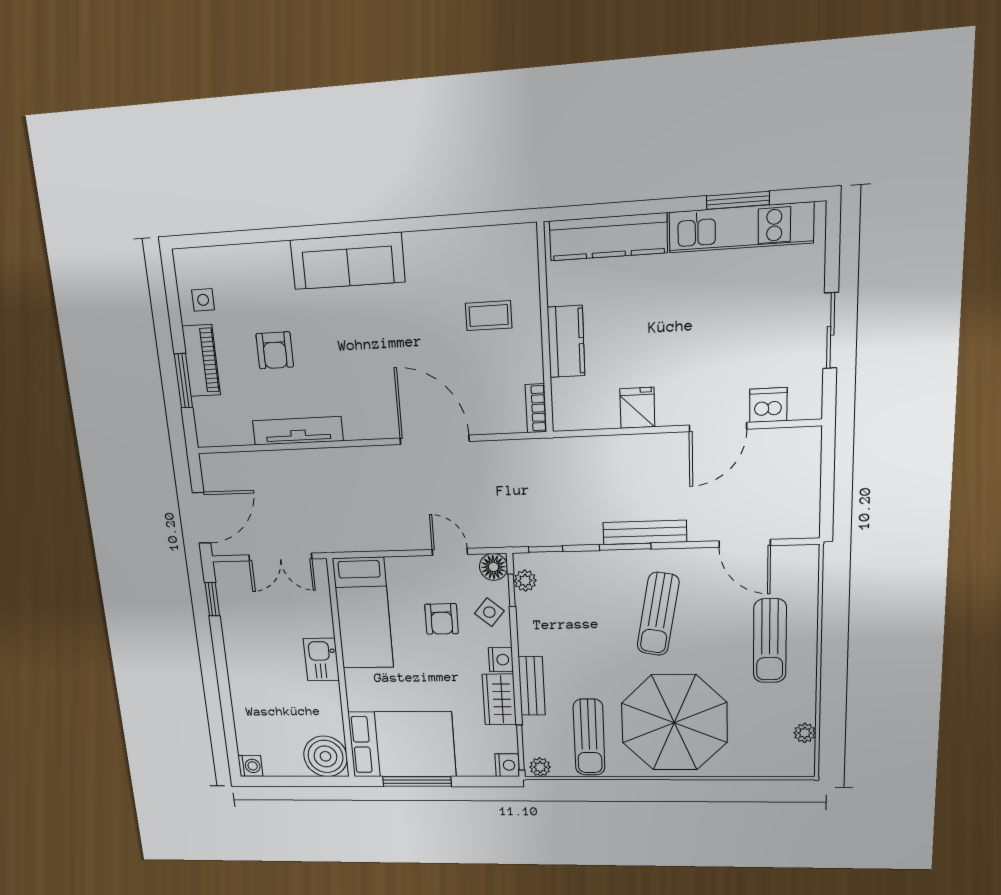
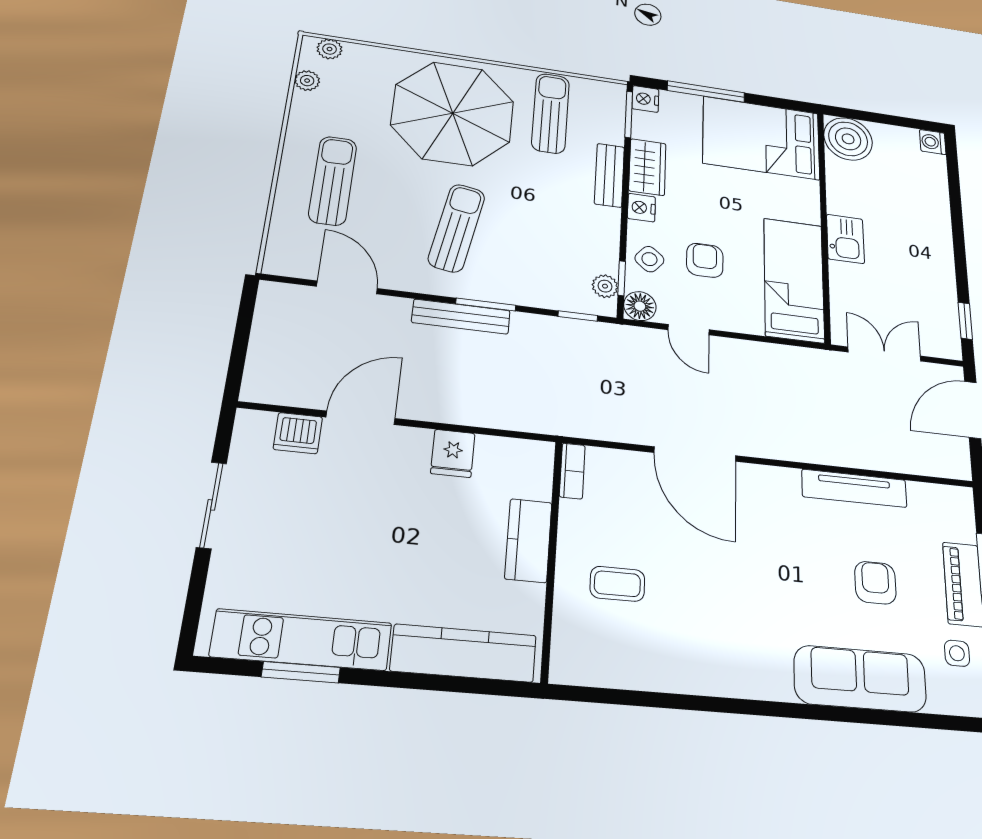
sofa: (348, 261) -> (860, 679), moved
plant: (540, 767) -> (330, 49), moved
window: (417, 781) -> (706, 92), moved

